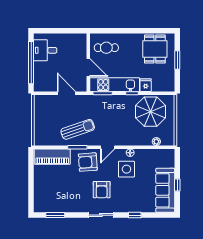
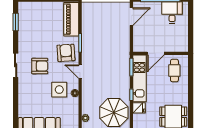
door: (66, 93) -> (131, 17), moved
sun lounger: (78, 129) -> (97, 43), removed
armchair: (102, 190) -> (40, 66), turned 180
window: (135, 215) -> (16, 97), removed

